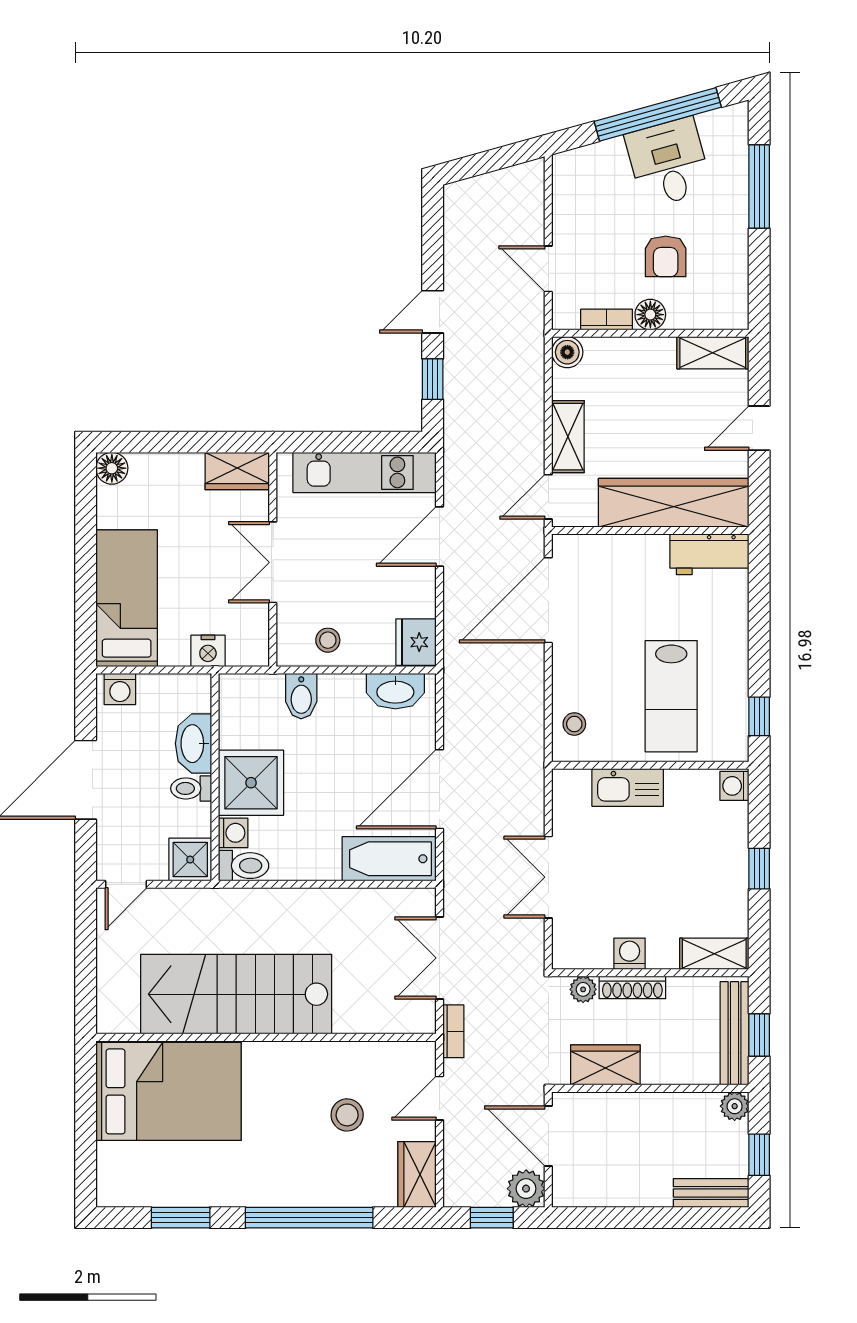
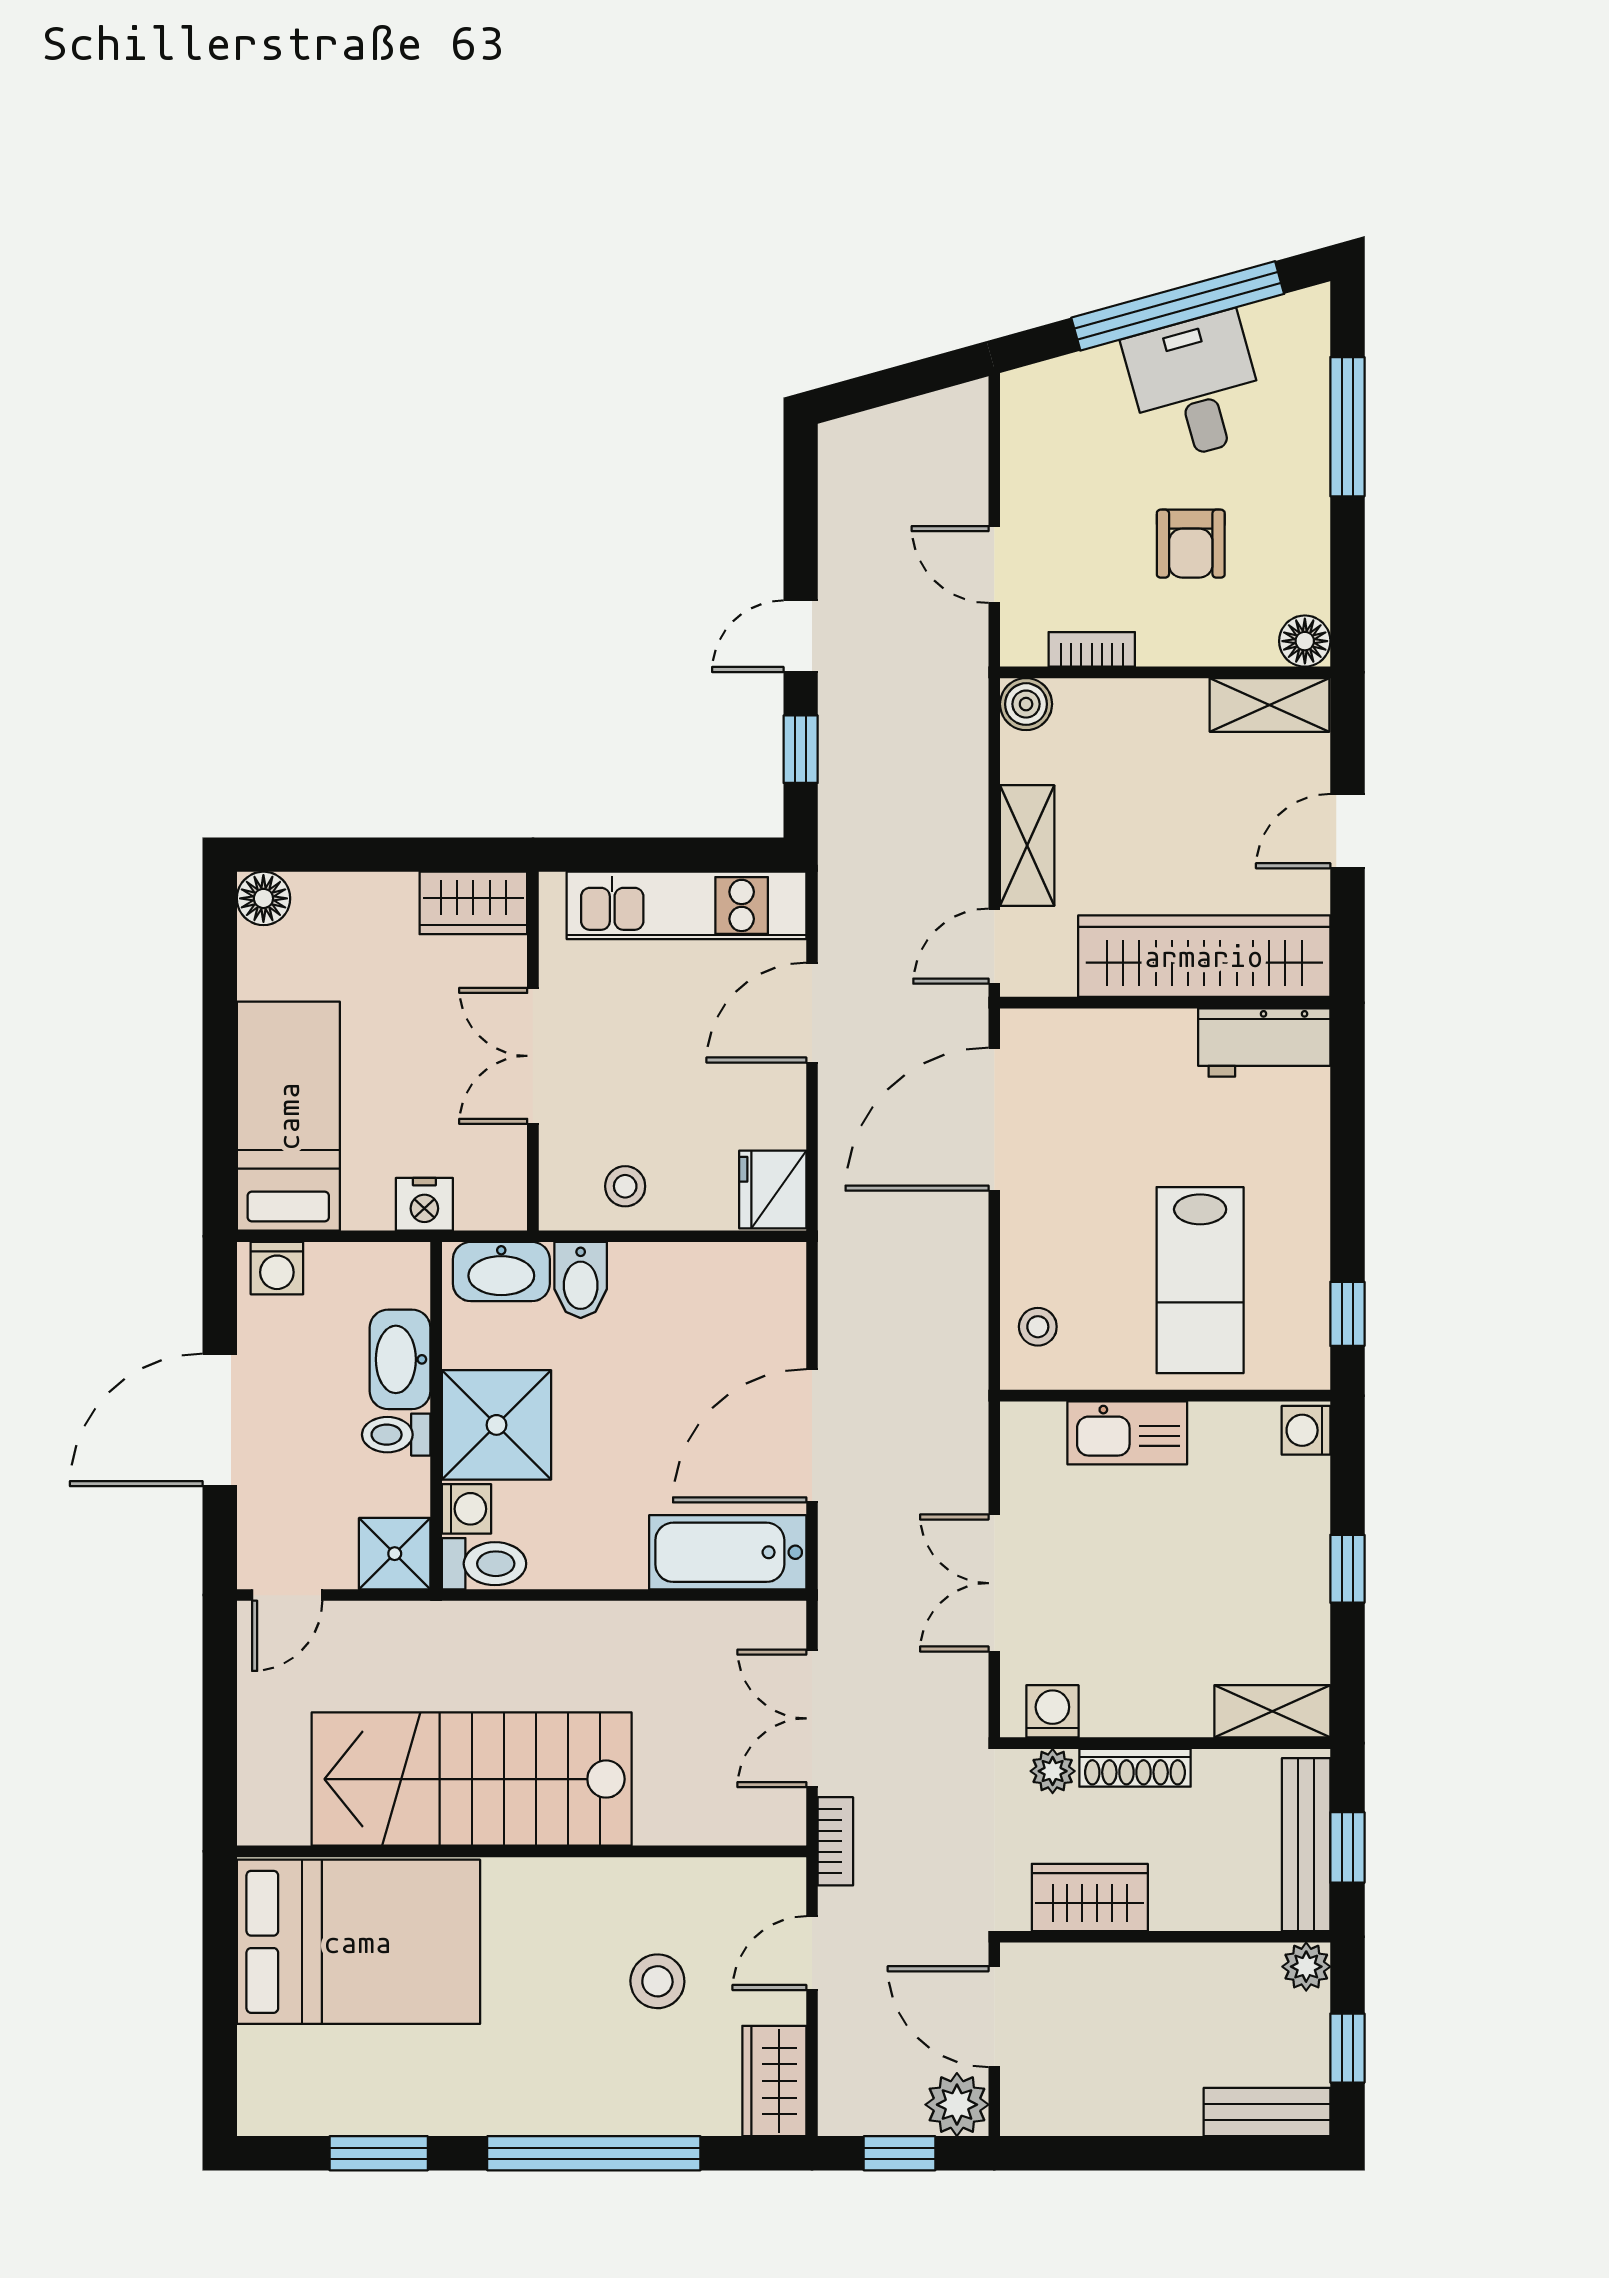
floor lamp: (650, 315) -> (1305, 641), moved
washbasin: (395, 691) -> (501, 1272), moved
washing machine: (630, 954) -> (1052, 1711), moved

